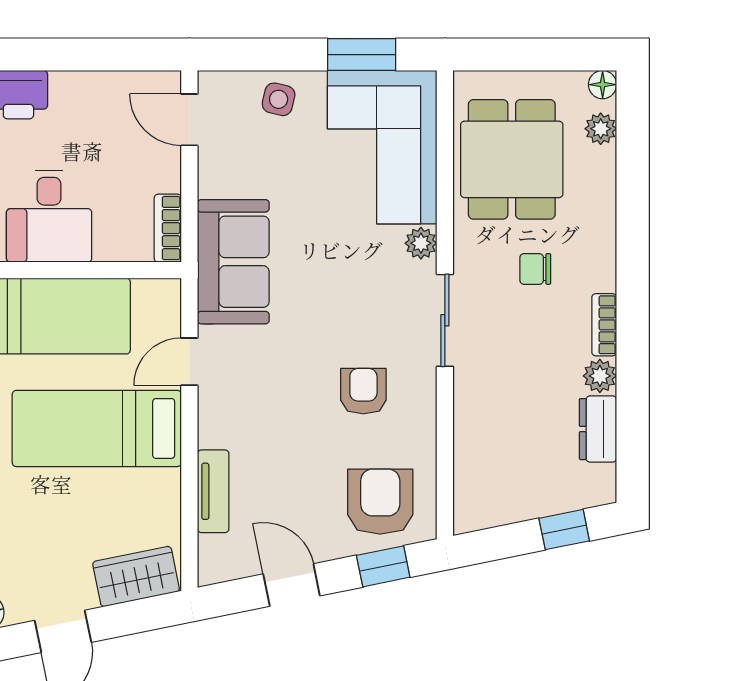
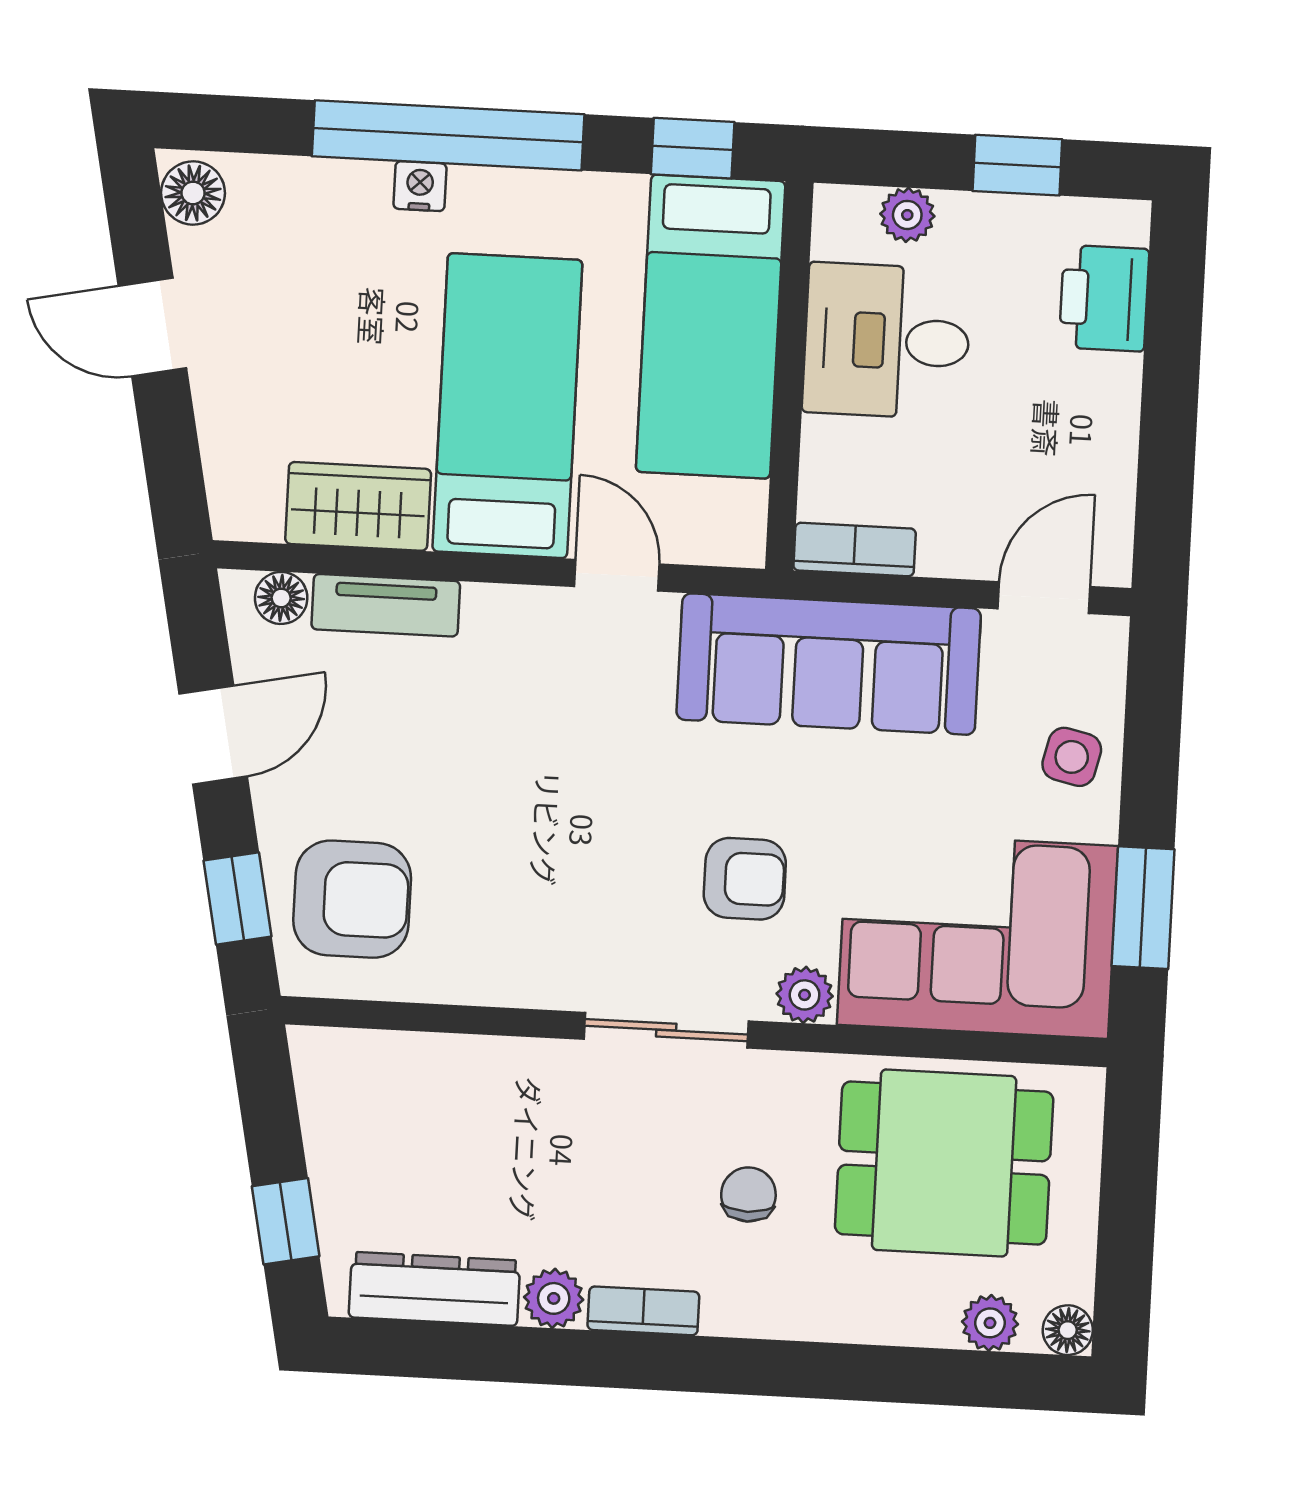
sofa: (233, 262) -> (829, 664), width x1.36
armchair: (363, 391) -> (745, 879), moved
dresser: (598, 429) -> (434, 1289), width x1.44
floor lamp: (212, 551) -> (281, 598), added
wardrobe: (136, 577) -> (358, 506), moved, turned -79

